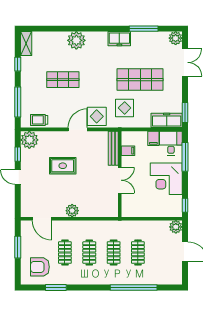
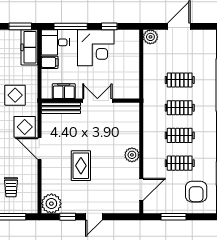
trolley: (39, 120) -> (11, 187), moved
filing cabinet: (128, 151) -> (64, 91), width x2.00
window: (185, 205) -> (109, 26), moved

